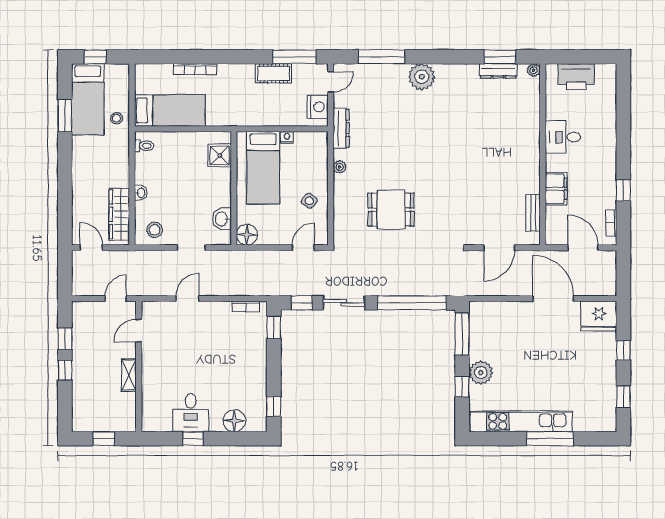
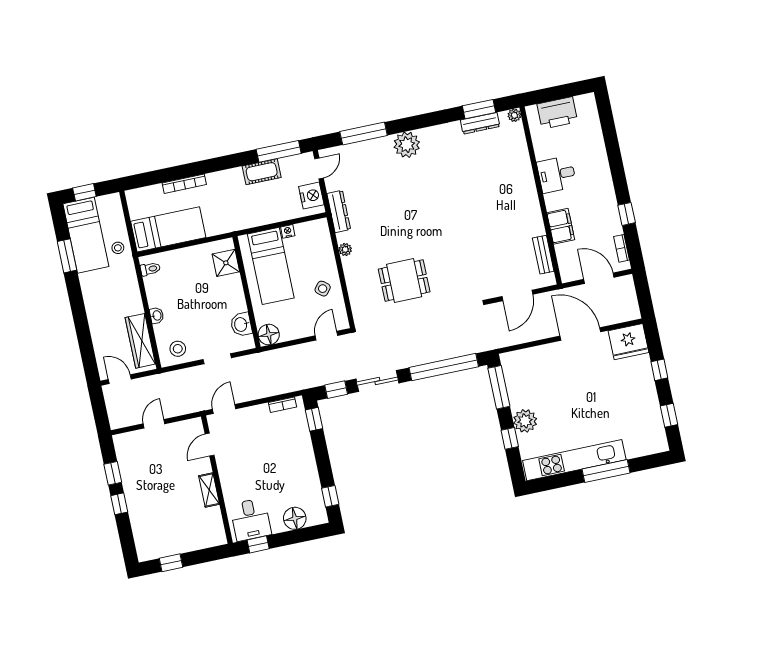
door: (139, 331) -> (210, 445), moved
wall: (139, 367) -> (217, 480), moved
shelving: (129, 375) -> (209, 490), moved

